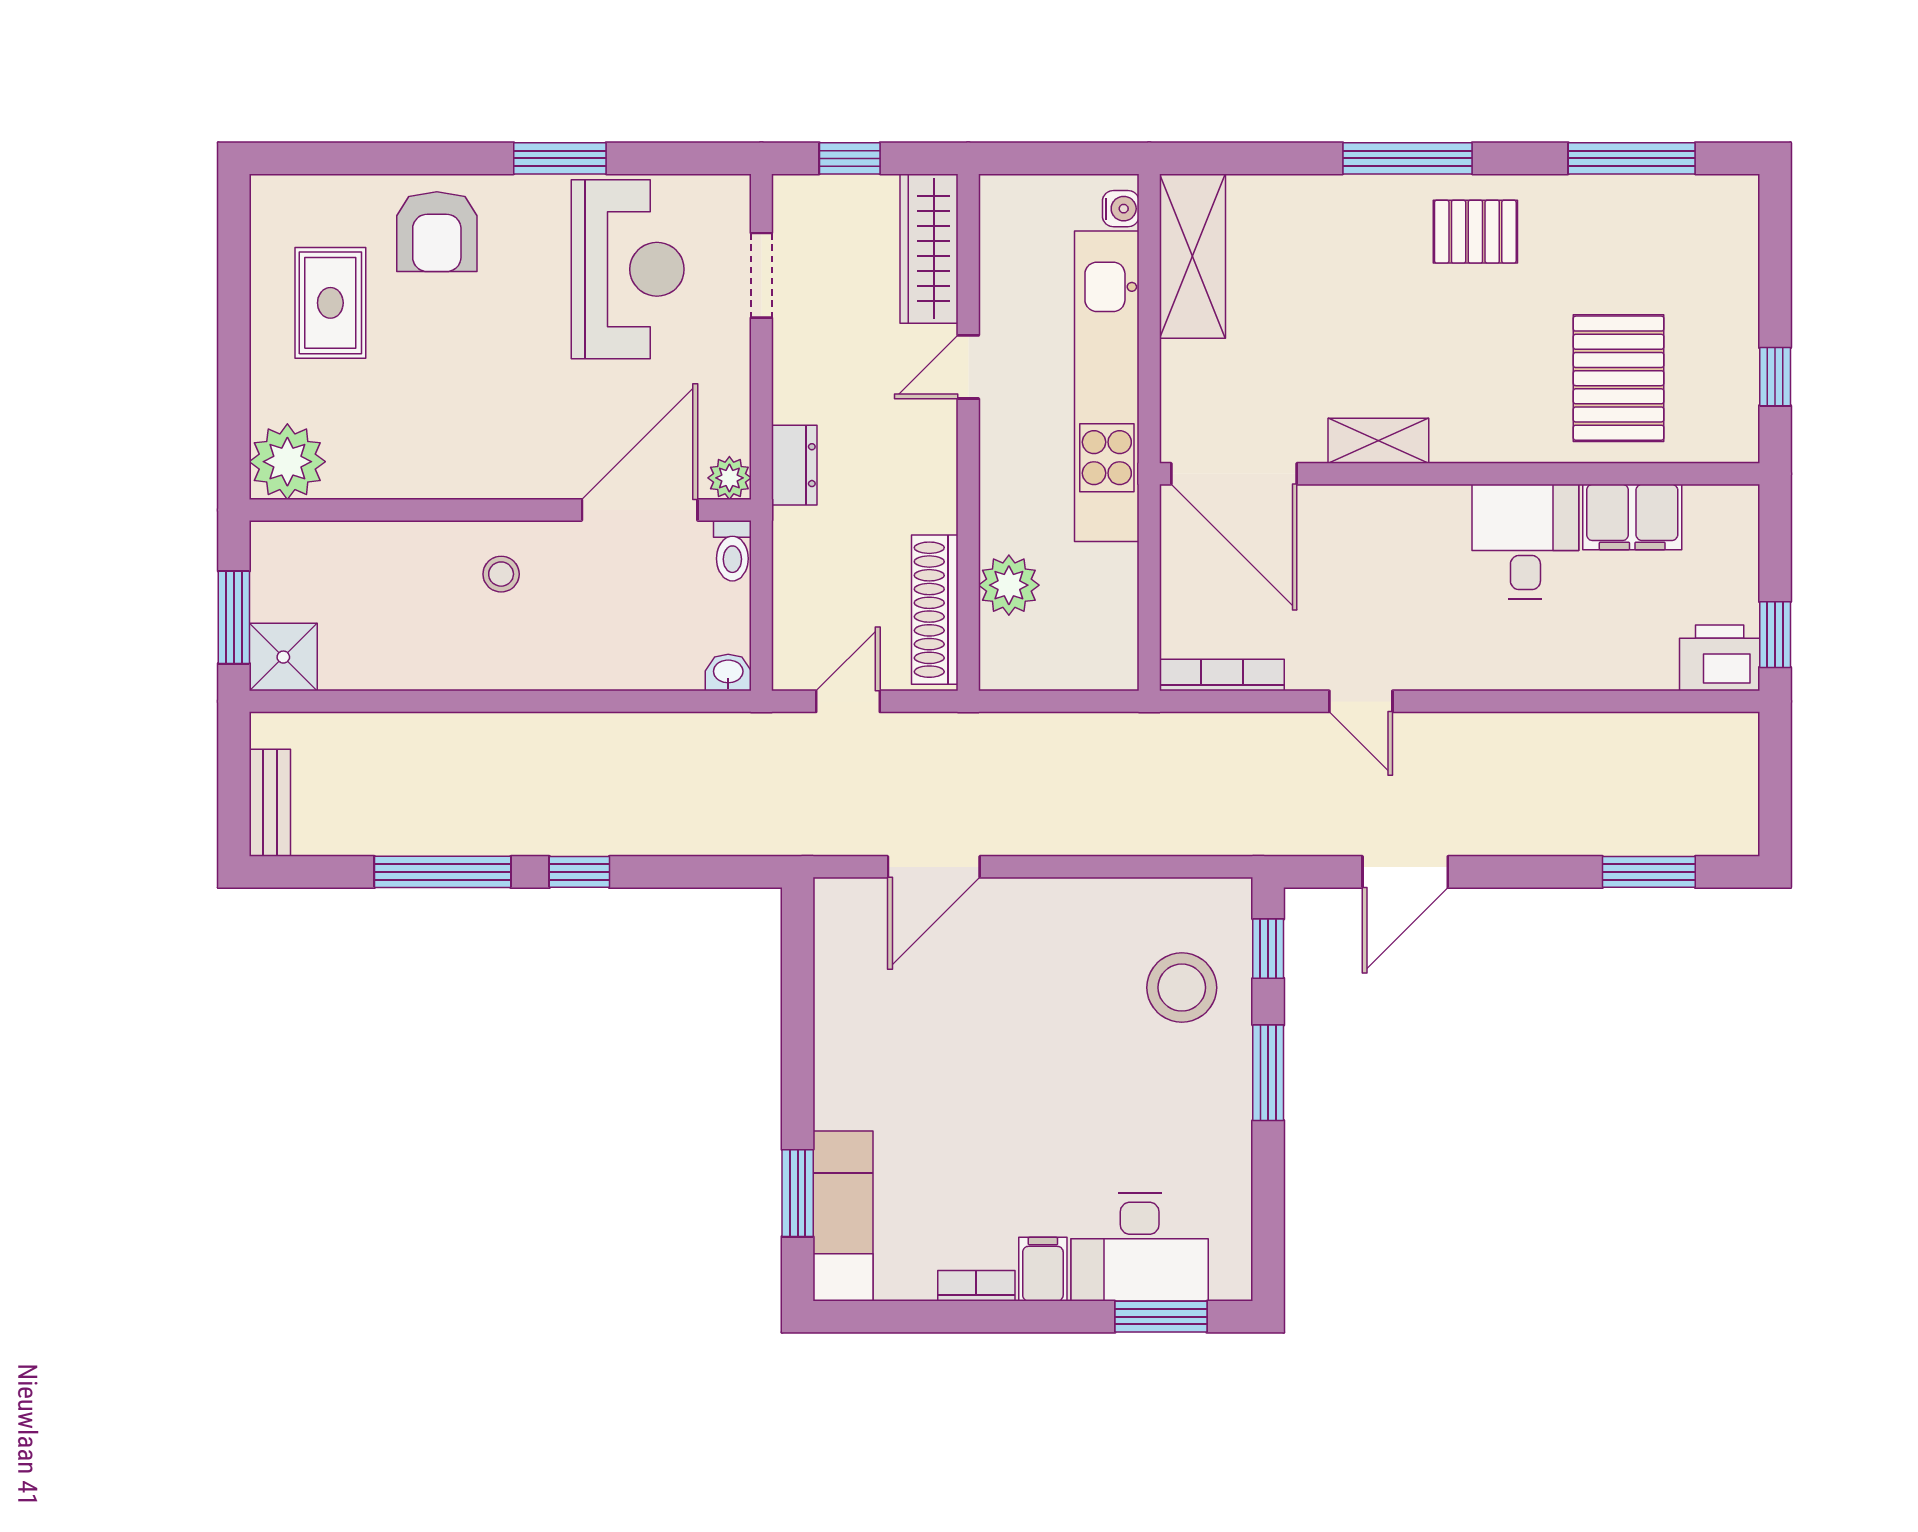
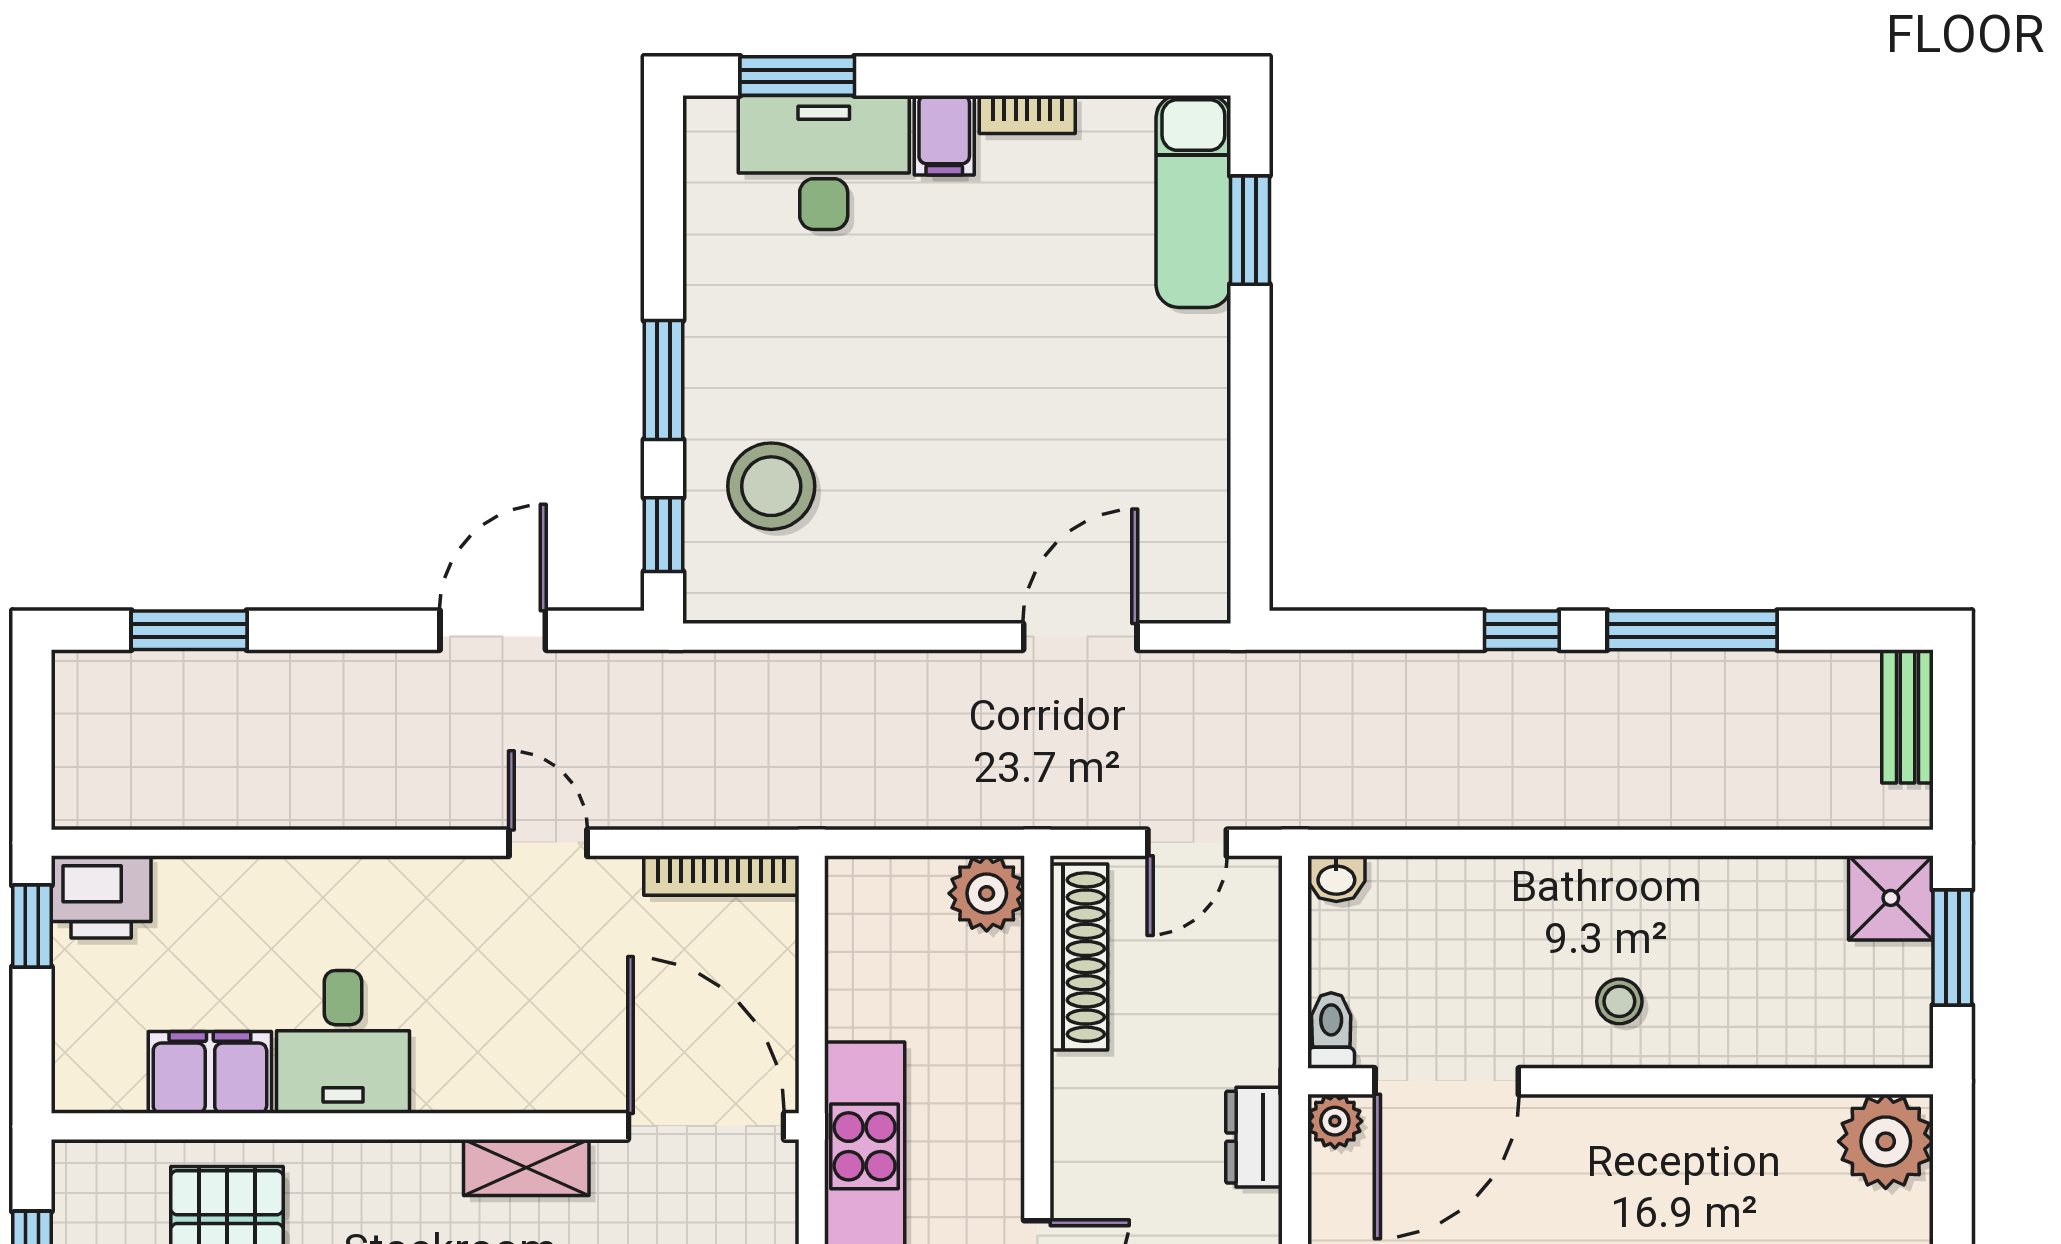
plant: (1009, 585) -> (987, 893), moved

